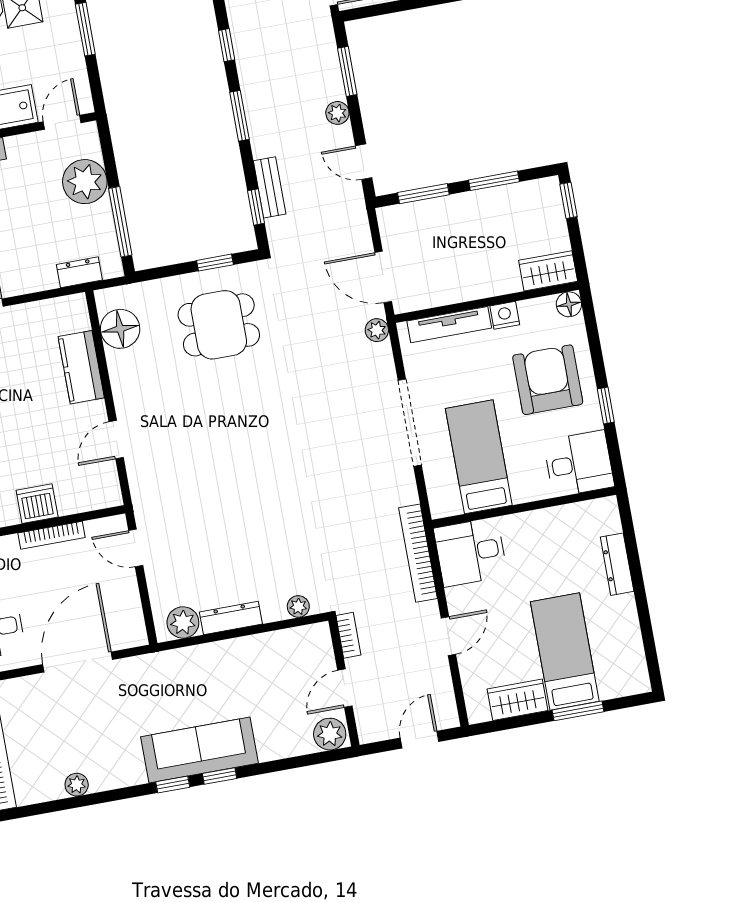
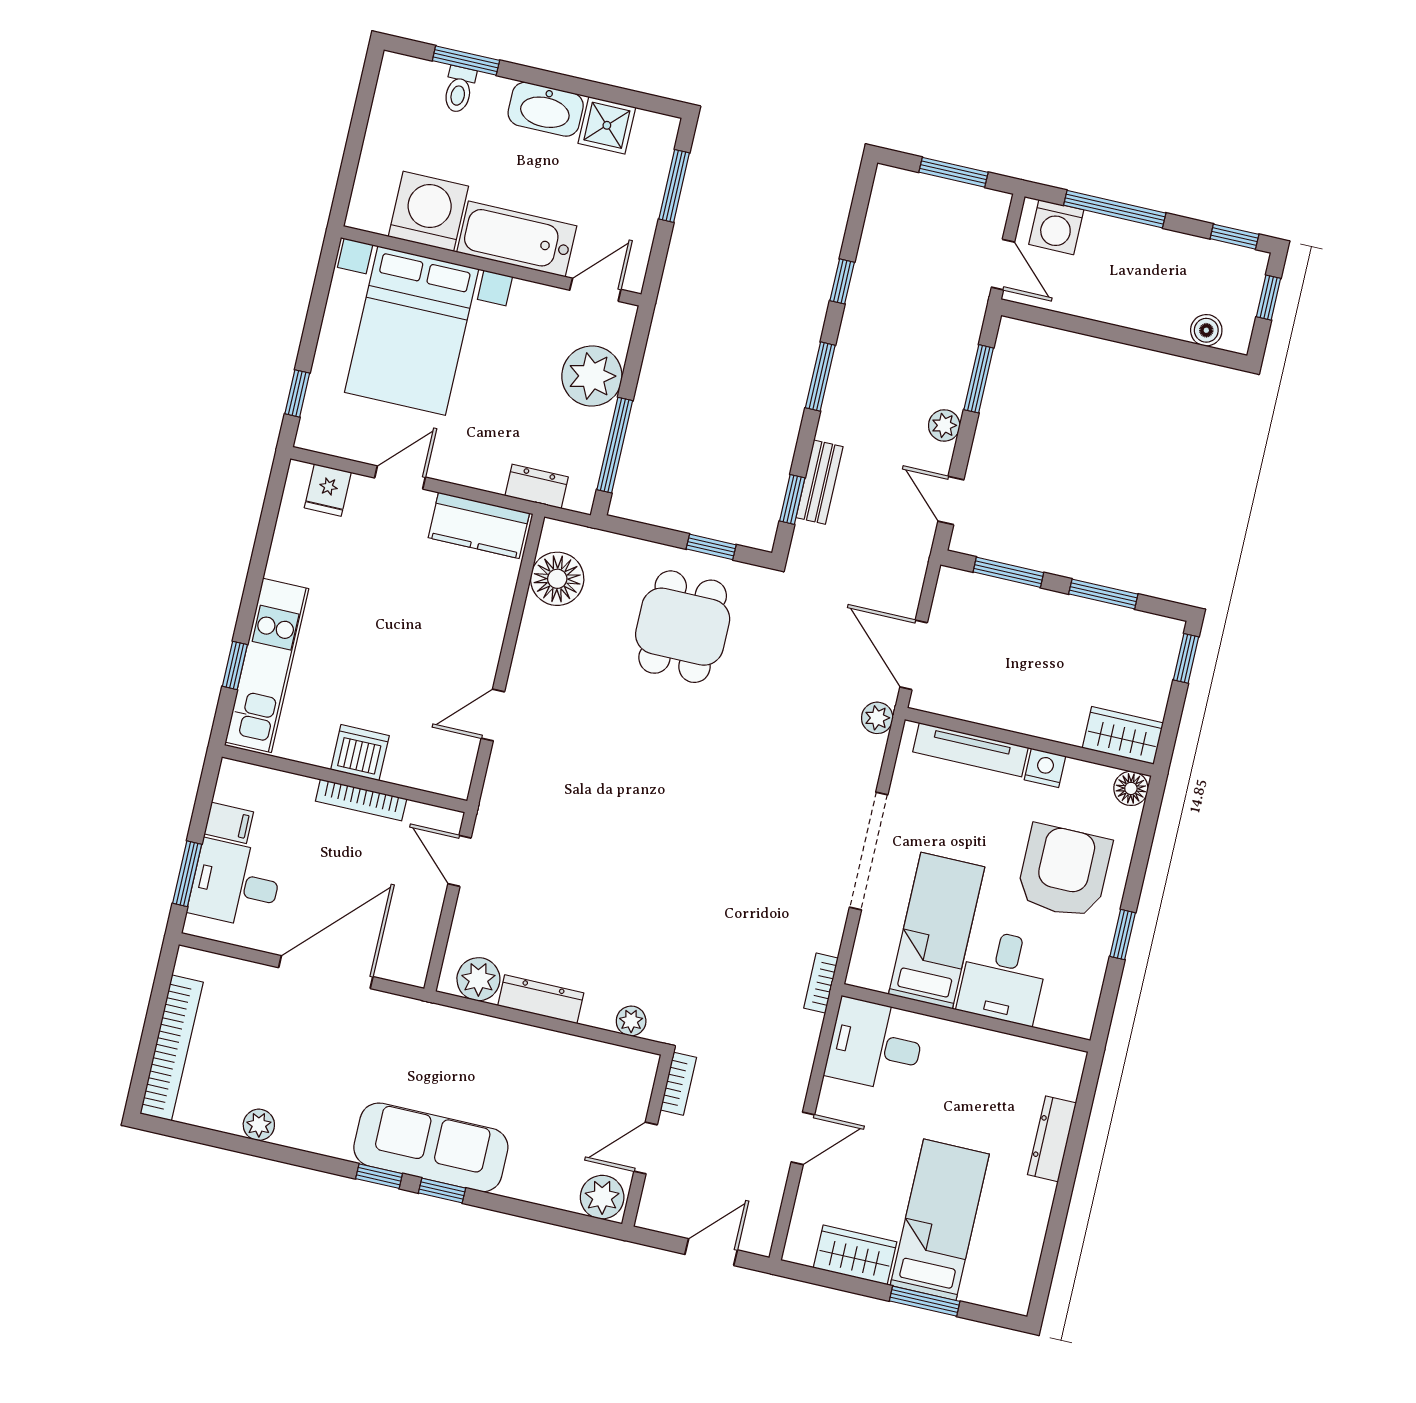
dining table: (219, 325) -> (683, 627), turned 90
kitchen counter: (81, 367) -> (479, 525), moved, turned -90
desk: (579, 464) -> (1003, 977), moved, turned 90
bookcase: (418, 553) -> (821, 983), width x0.43, depth x0.76

